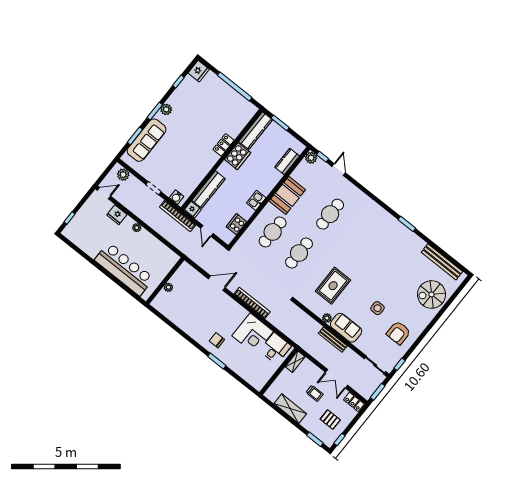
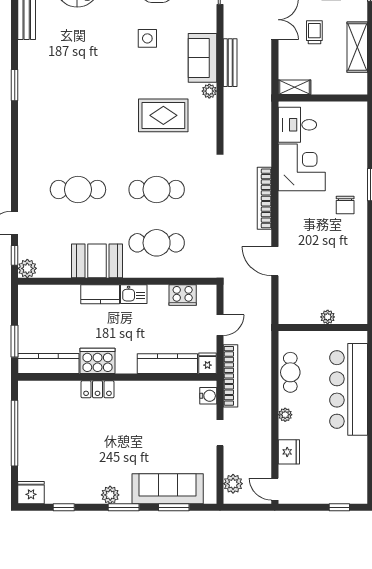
kitchen counter: (287, 162) -> (100, 294), moved
cafe table: (156, 247) -> (290, 372), added

